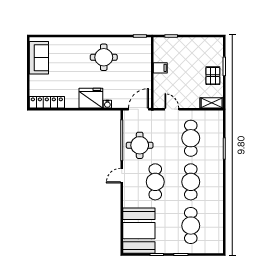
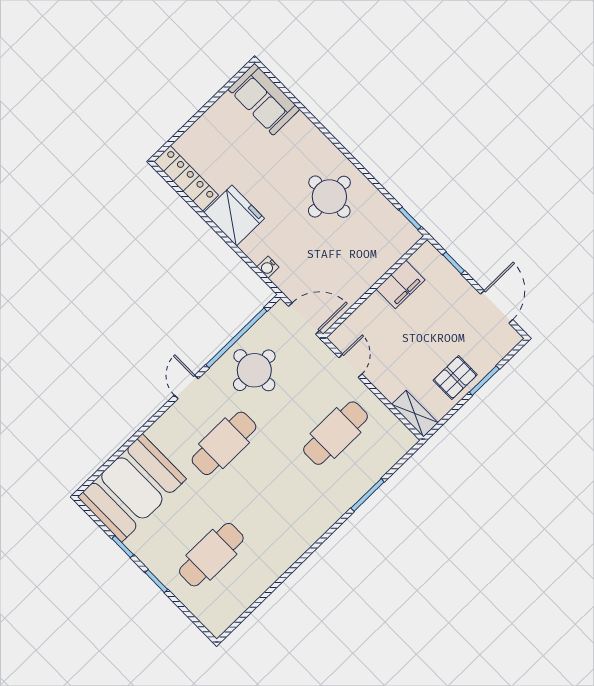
door: (202, 36) -> (497, 307), added
sofa: (39, 58) -> (264, 99), moved, turned 90
filing cabinet: (160, 68) -> (400, 284), width x2.00
fridge: (91, 98) -> (234, 215), moved
door: (122, 176) -> (186, 387), hinge flipped
cafe table: (191, 182) -> (273, 494), removed

